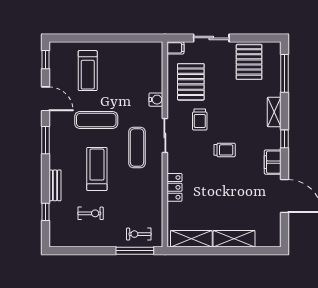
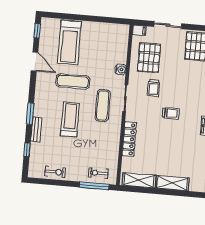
treadmill: (88, 71) -> (69, 42), width x1.37, depth x1.38
window: (45, 140) -> (30, 114), moved
locker: (175, 187) -> (129, 139), width x1.53
exercise bike: (91, 213) -> (55, 172), moved

